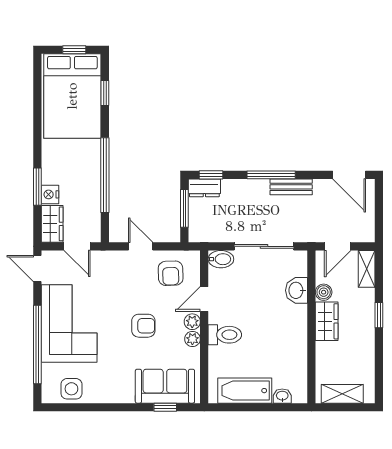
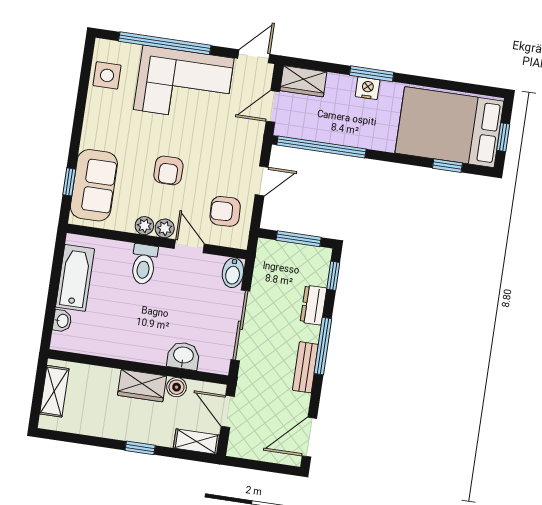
window: (105, 175) -> (321, 147), moved
window: (37, 187) -> (372, 74), moved
dresser: (204, 188) -> (313, 305), moved
nightstand: (50, 194) -> (368, 88), moved

